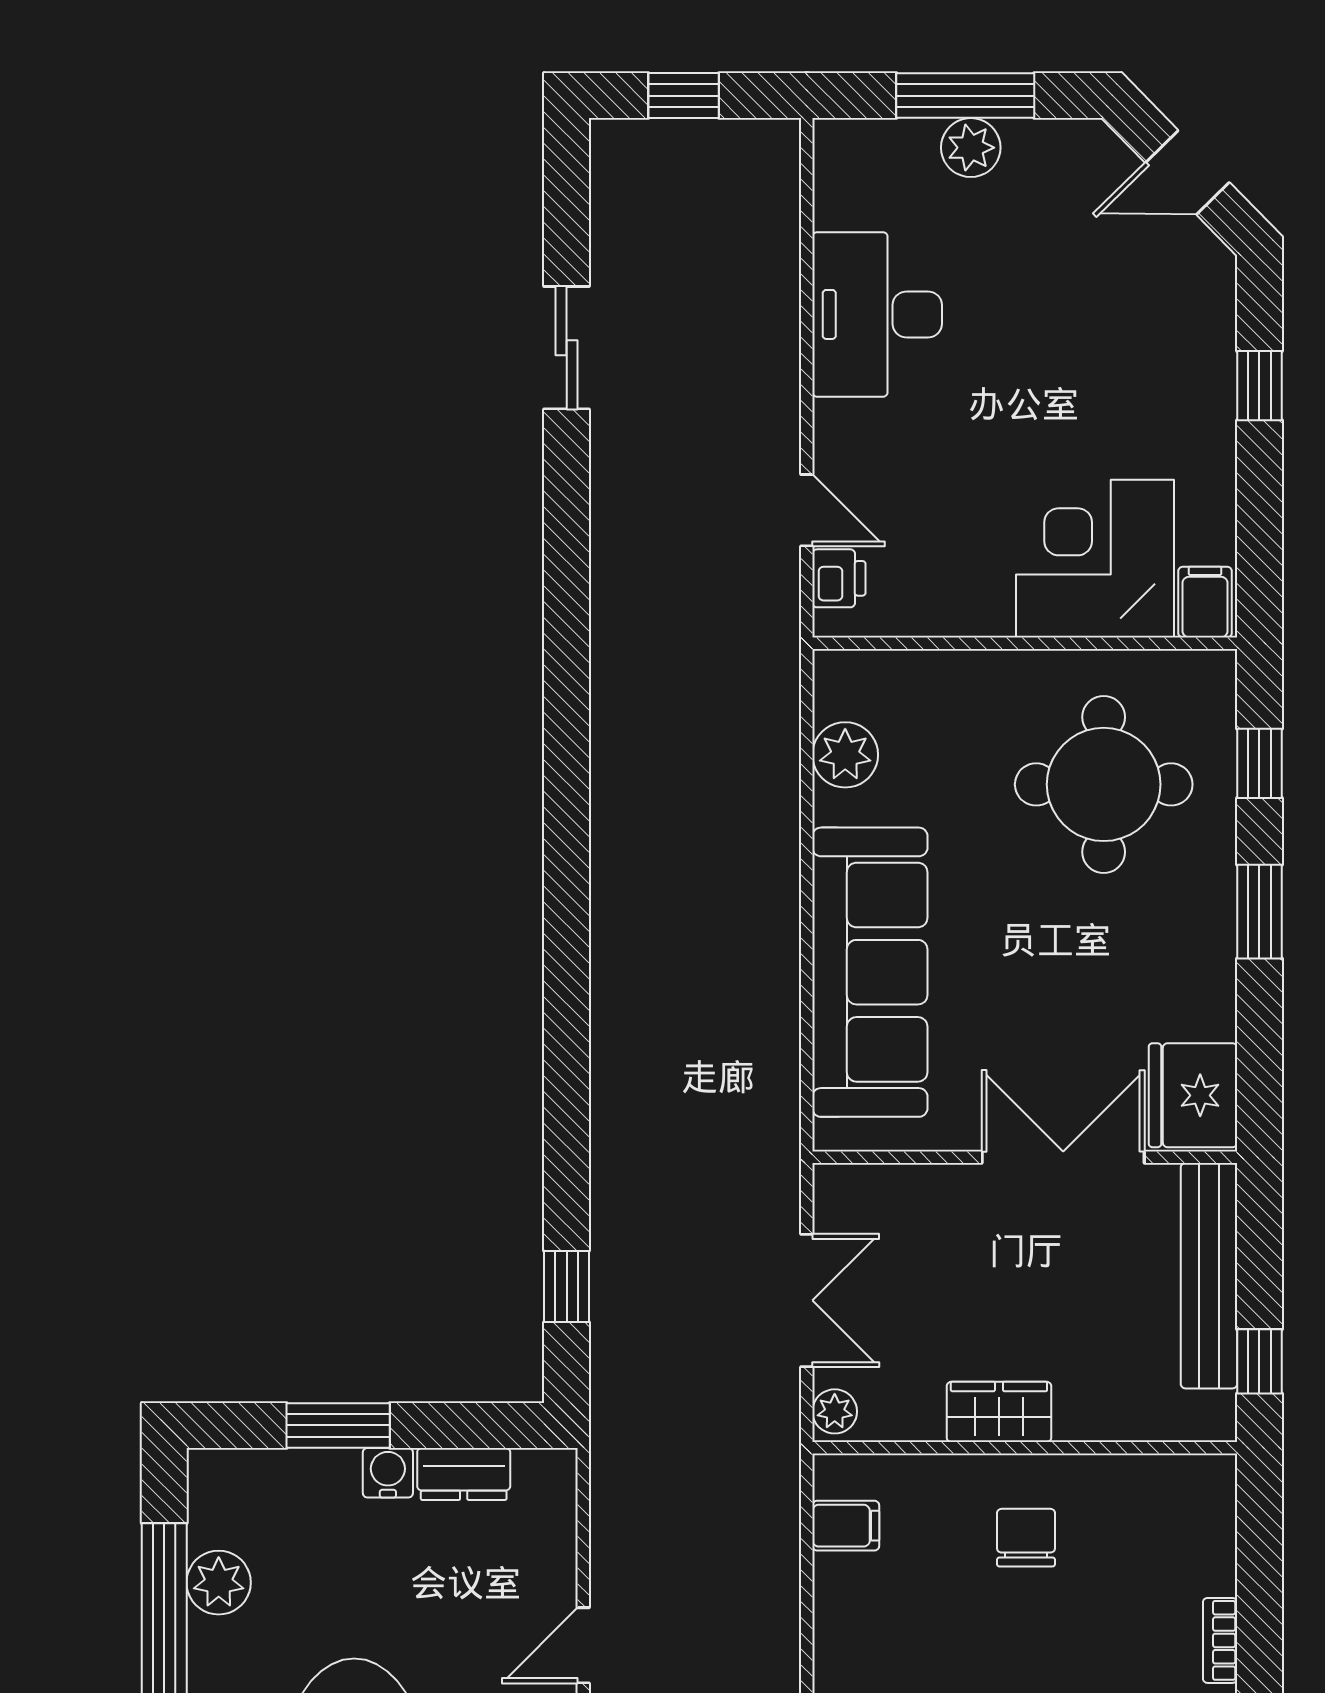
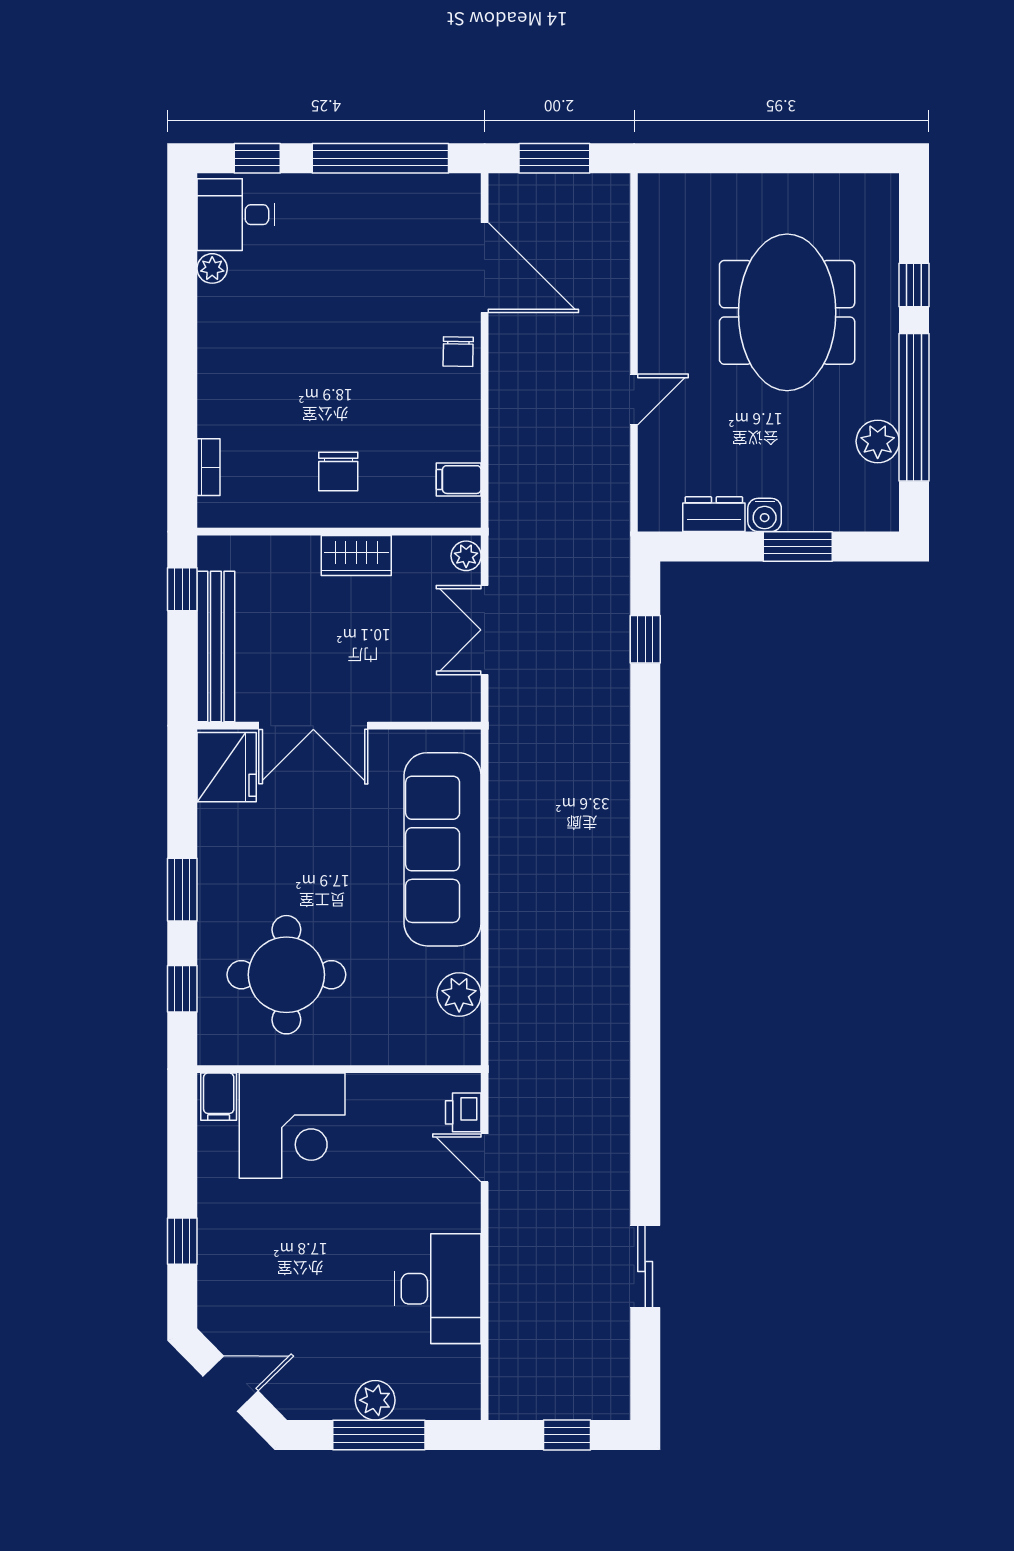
bookcase: (1220, 1640) -> (209, 467), moved

